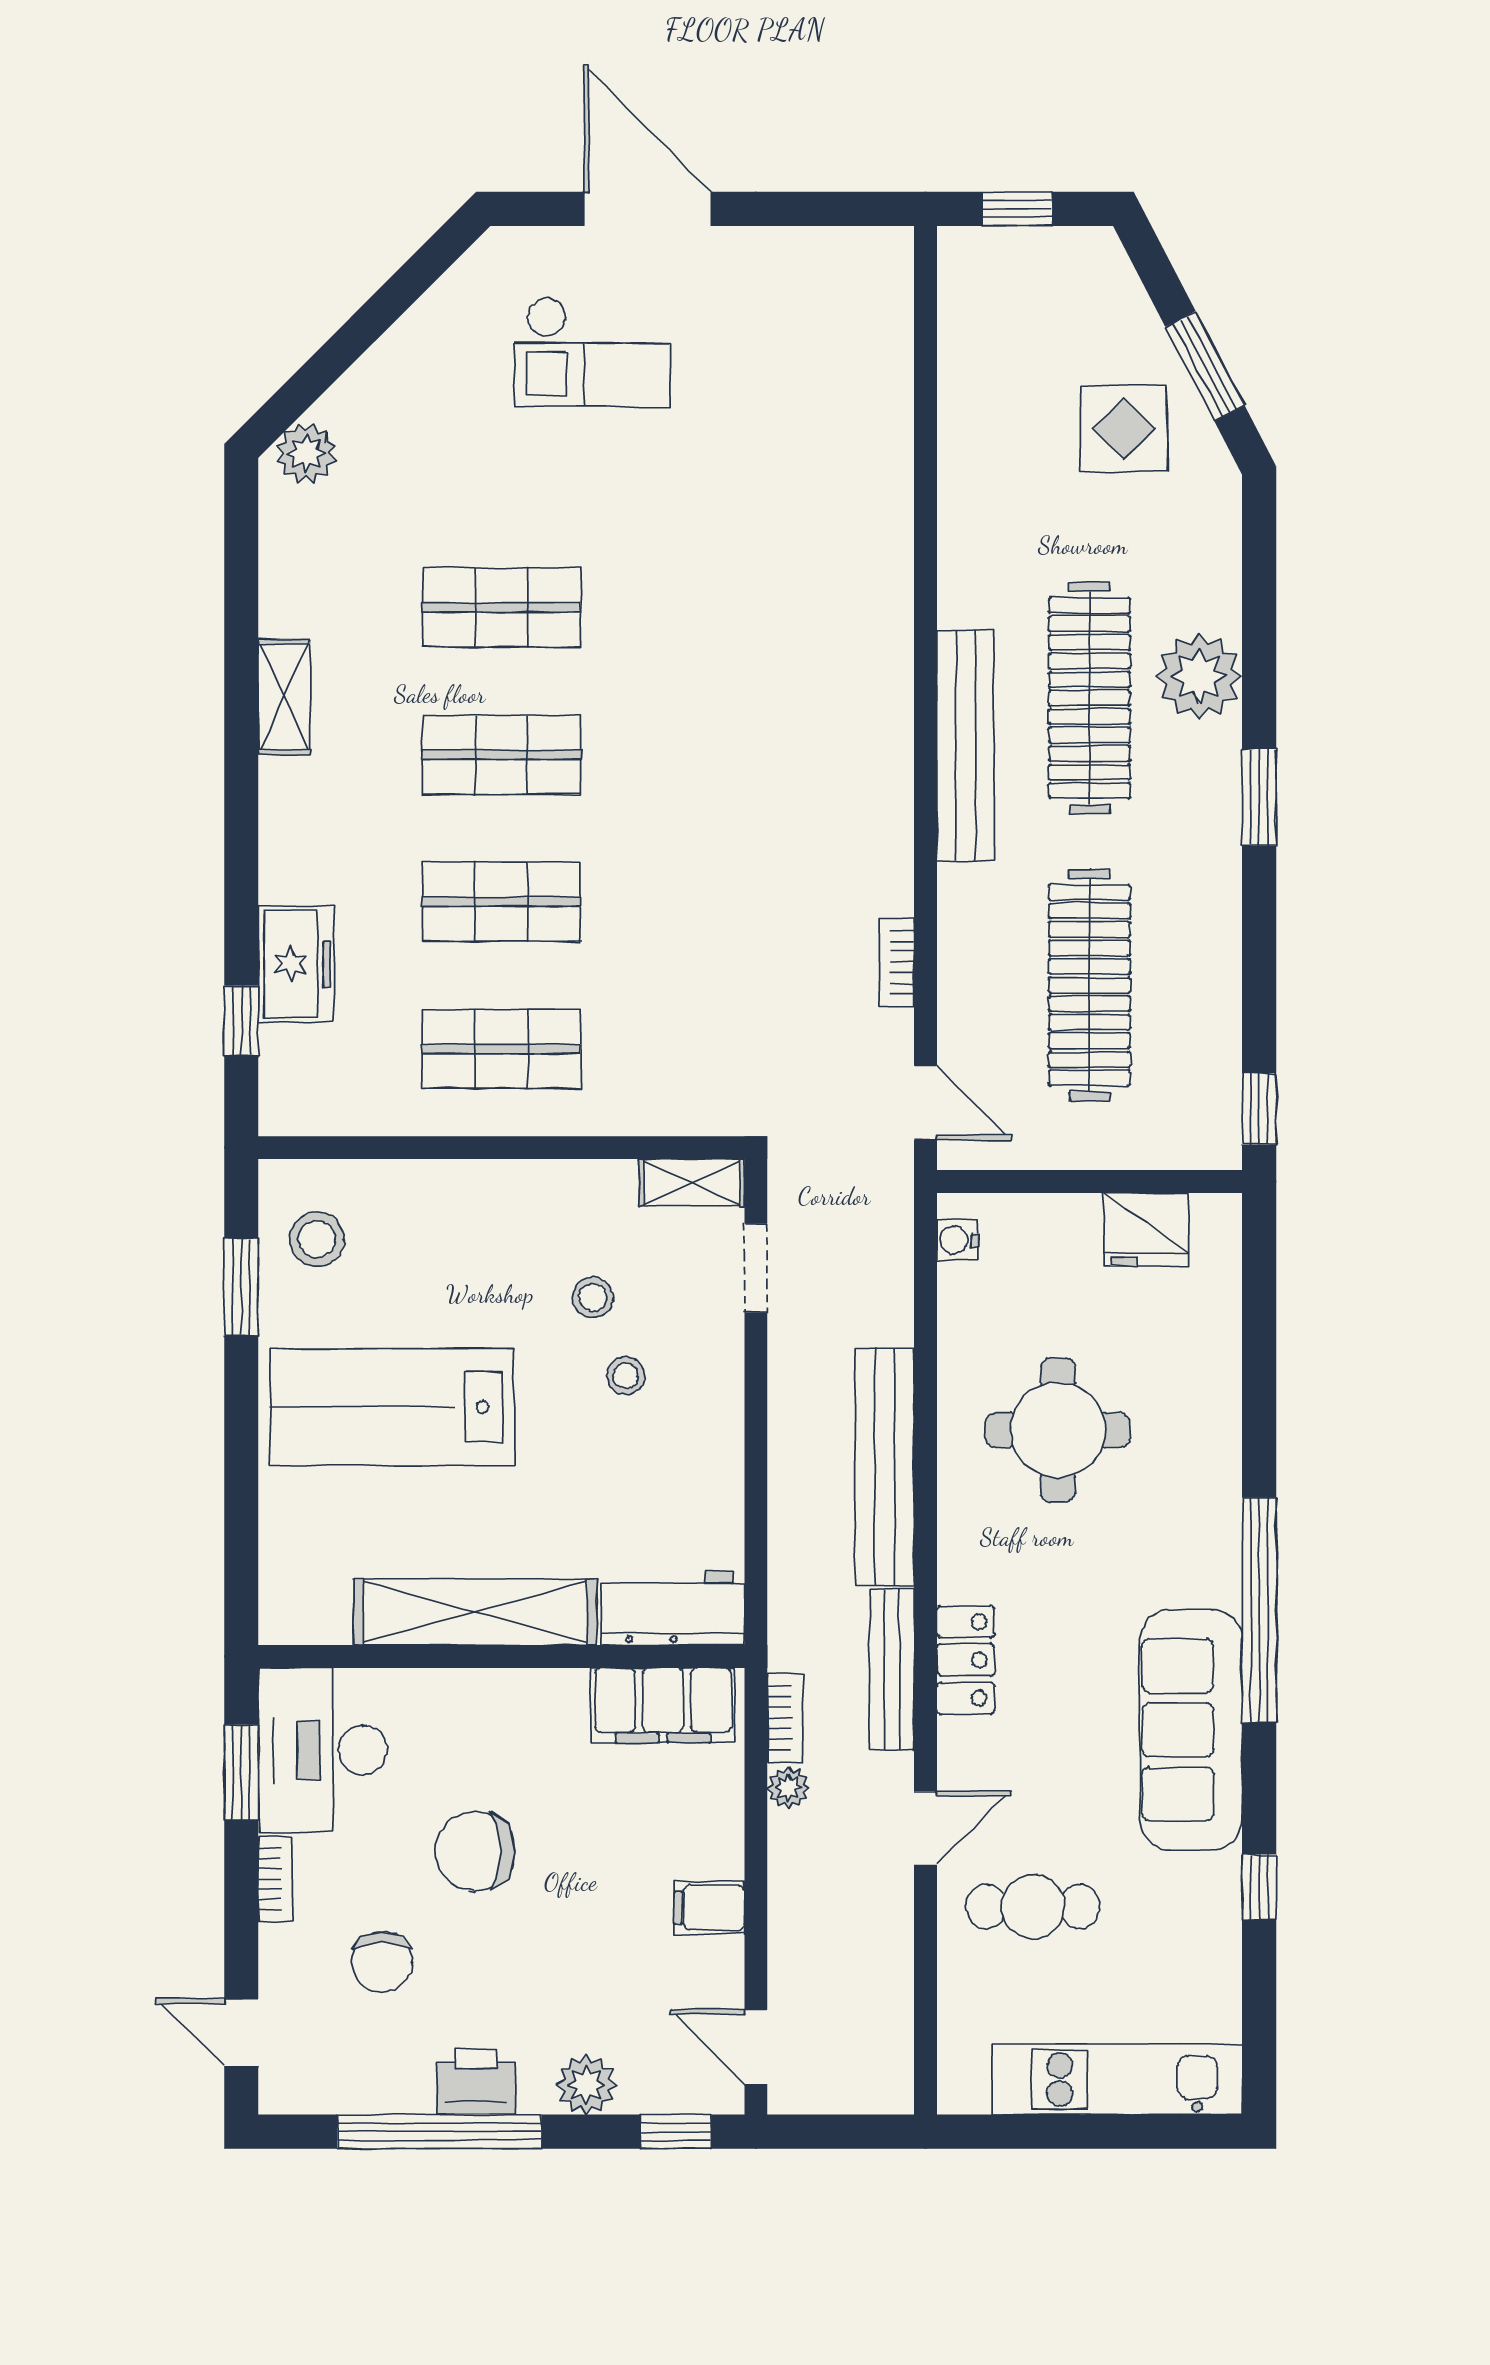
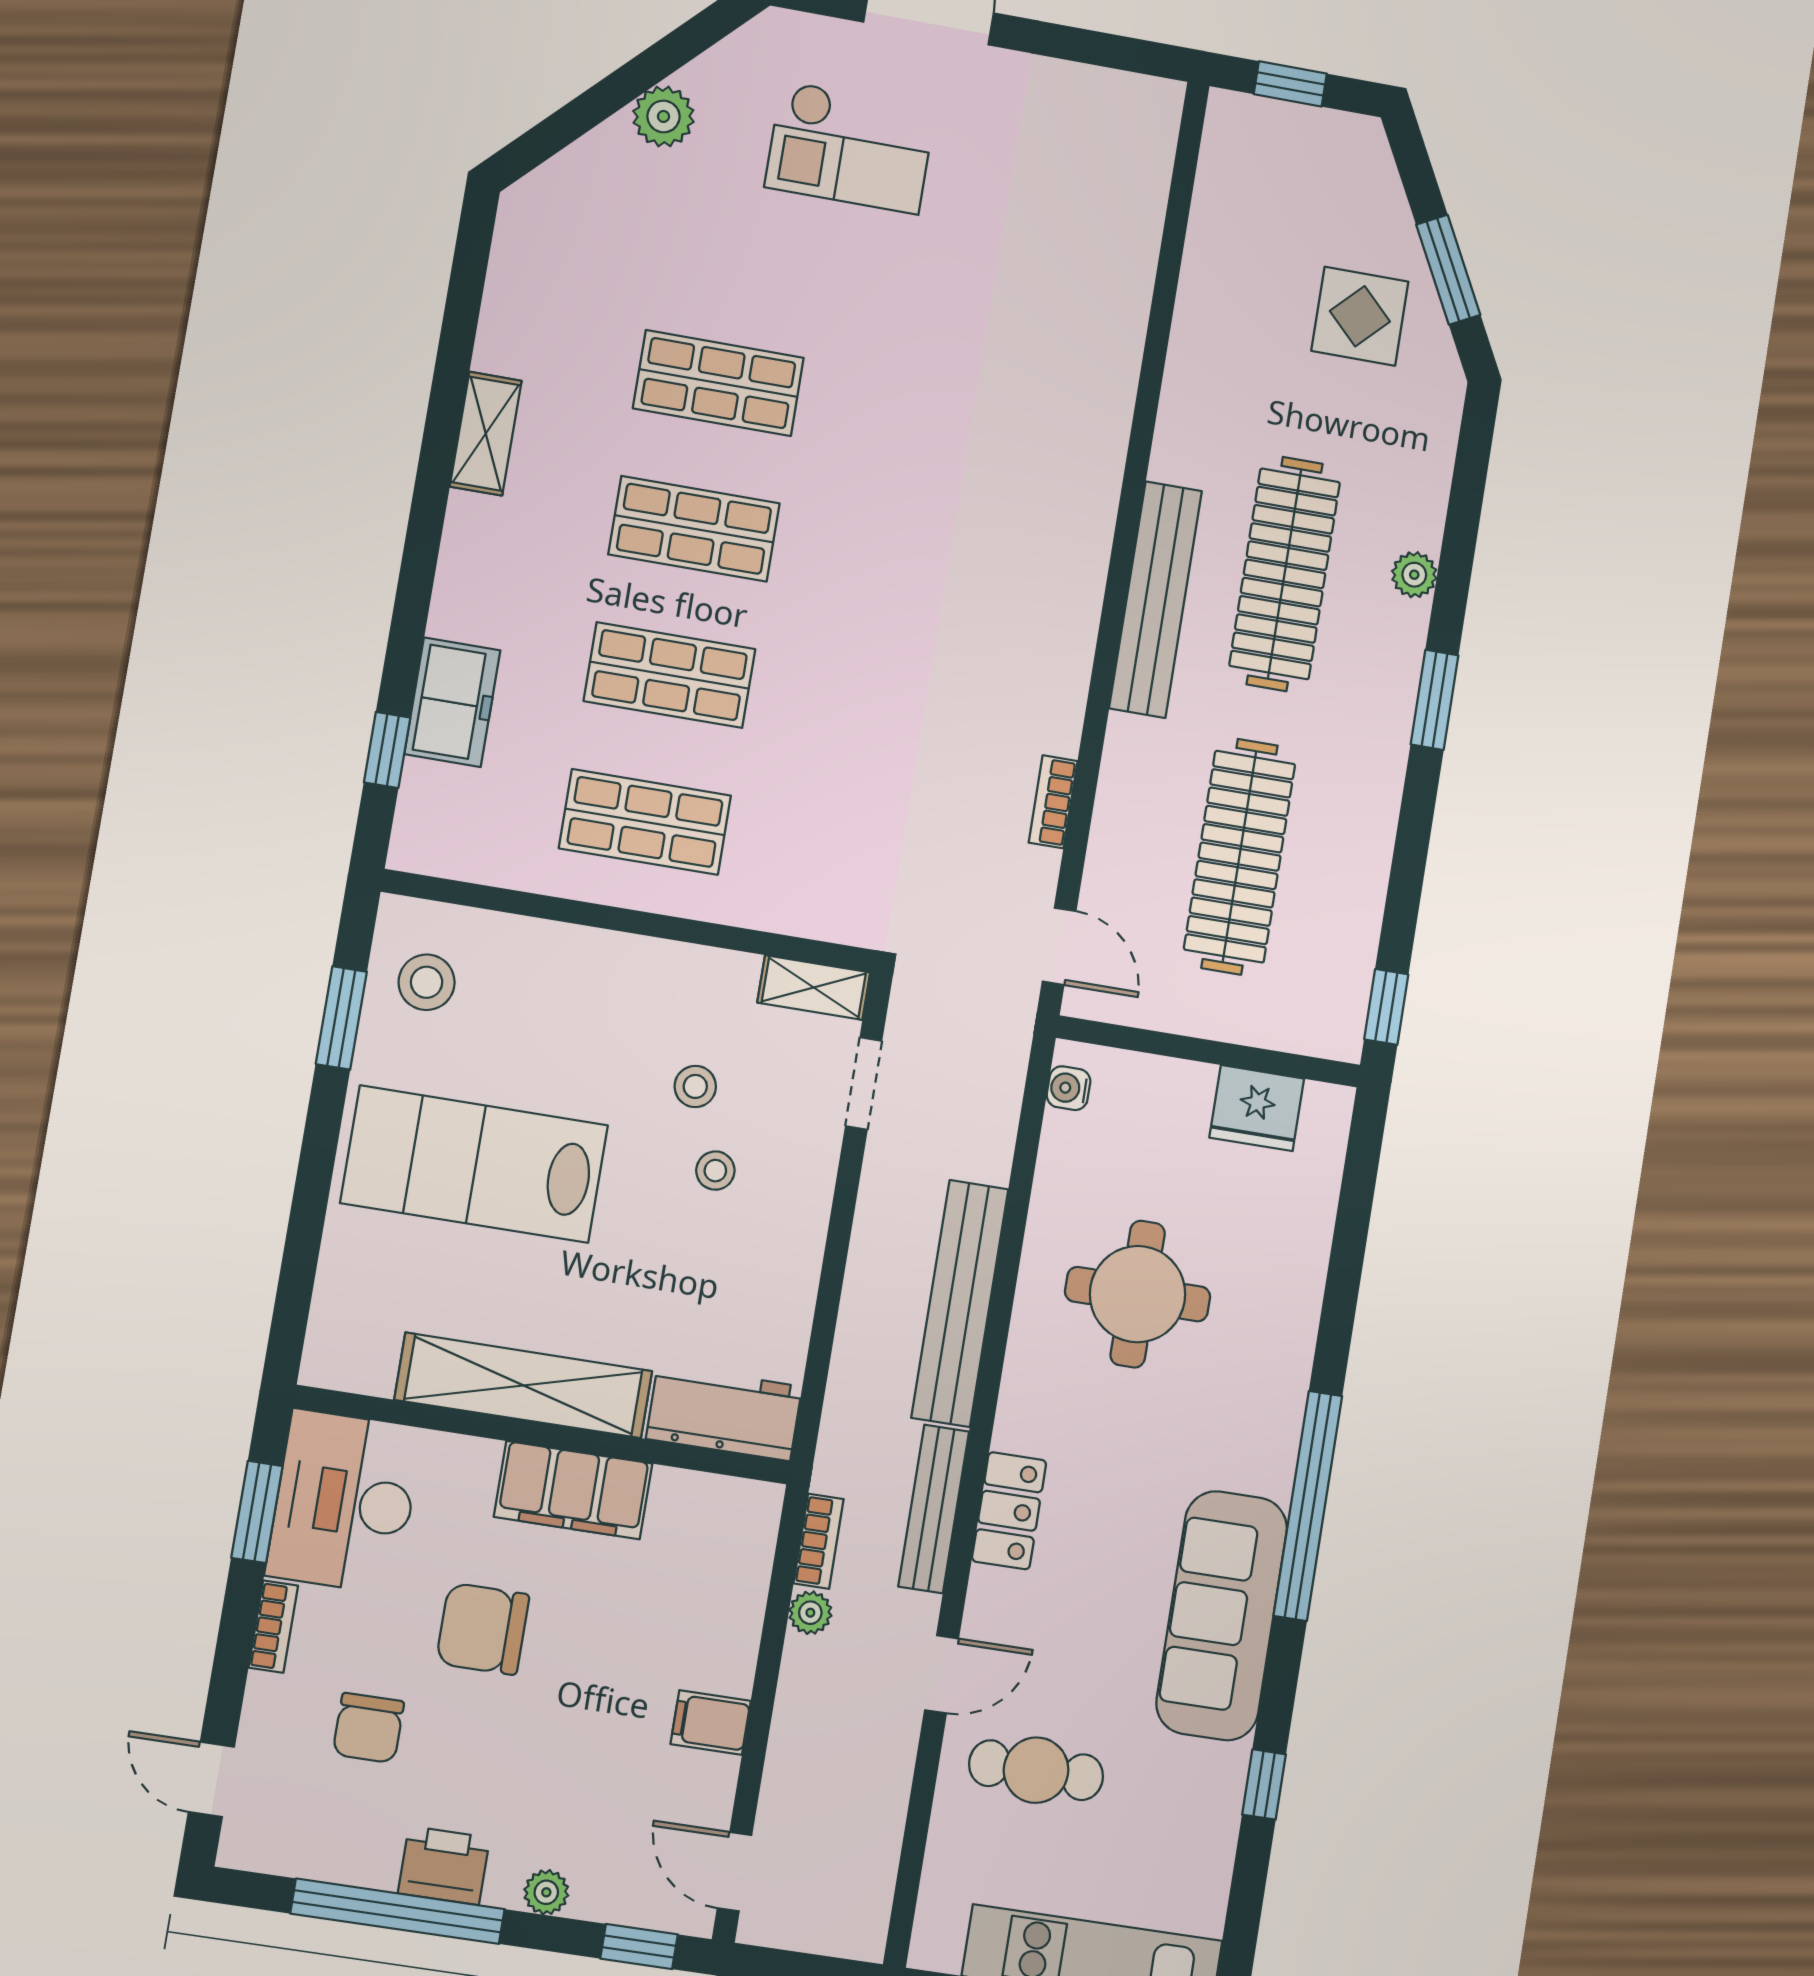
plant: (306, 453) -> (664, 116), moved
plant: (1199, 676) -> (1414, 575), width x0.53, depth x0.53
filing cabinet: (663, 1705) -> (573, 1490), moved
plant: (586, 2085) -> (546, 1892), width x0.73, depth x0.73

